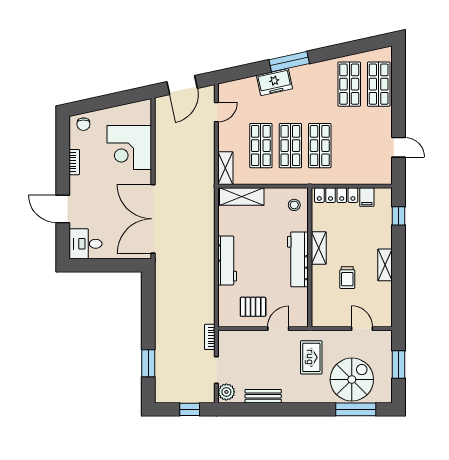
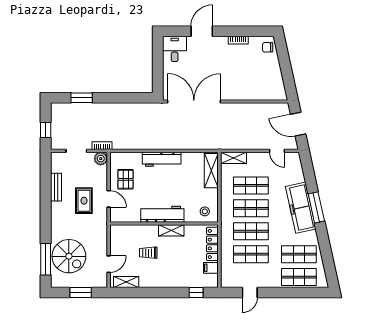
freezer: (275, 82) -> (301, 208), width x1.91, depth x1.26
shop shelf: (349, 146) -> (251, 254), added
corner desk: (129, 148) -> (249, 83), removed
shelving: (385, 265) -> (126, 282), moved
rug: (311, 357) -> (84, 201), moved, turned 90
plant: (226, 392) -> (101, 159), moved

